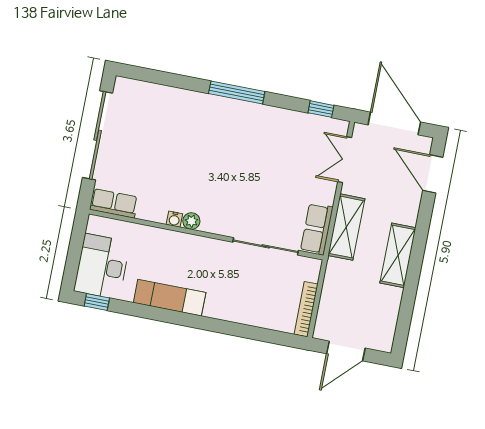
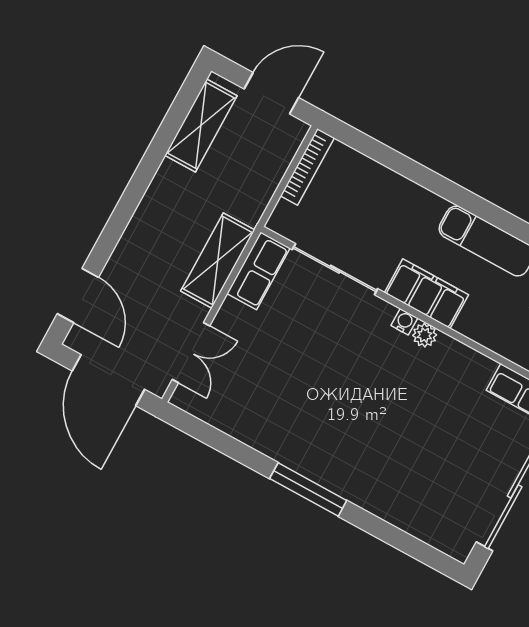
window: (321, 109) -> (201, 431), removed
water cooler: (174, 219) -> (404, 322), moved
filing cabinet: (199, 249) -> (426, 294), added
shelving: (398, 255) -> (201, 125), moved

